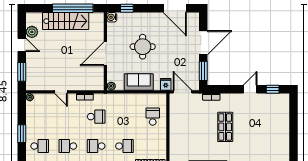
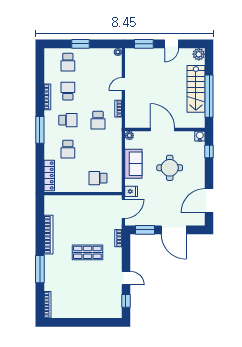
plant: (32, 32) -> (199, 54), moved
school desk: (153, 117) -> (98, 178), turned 180
school desk: (96, 146) -> (68, 120), turned 90

